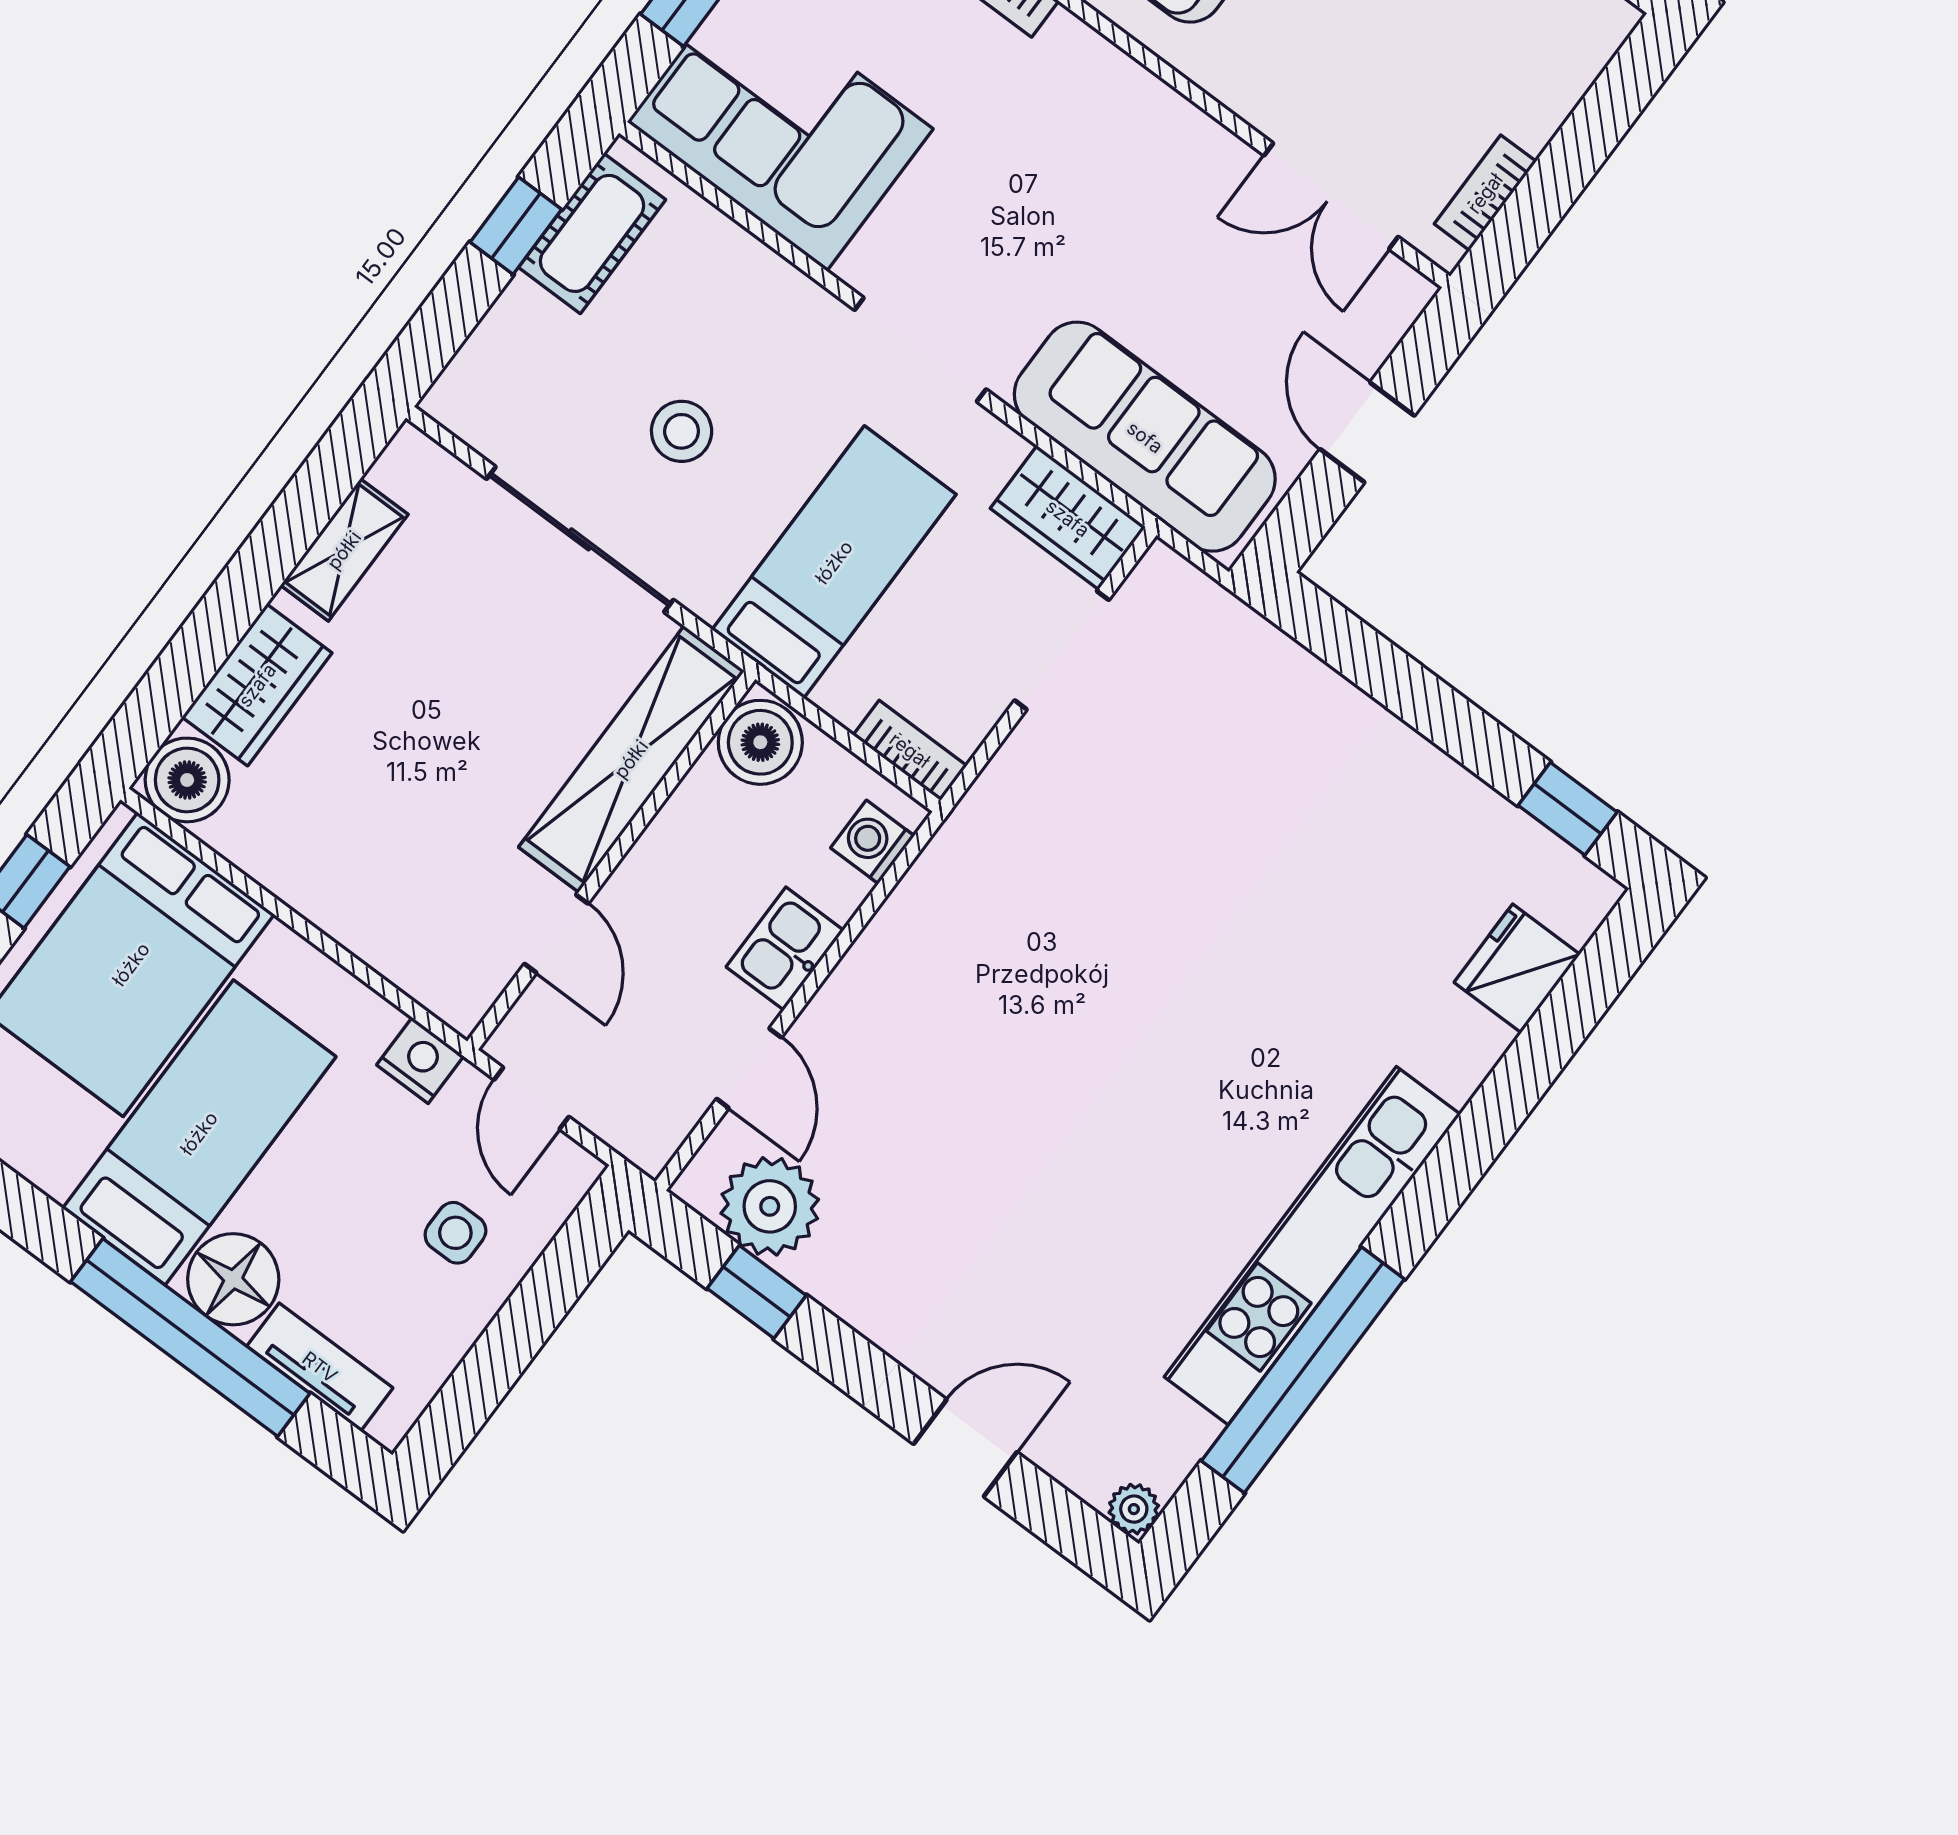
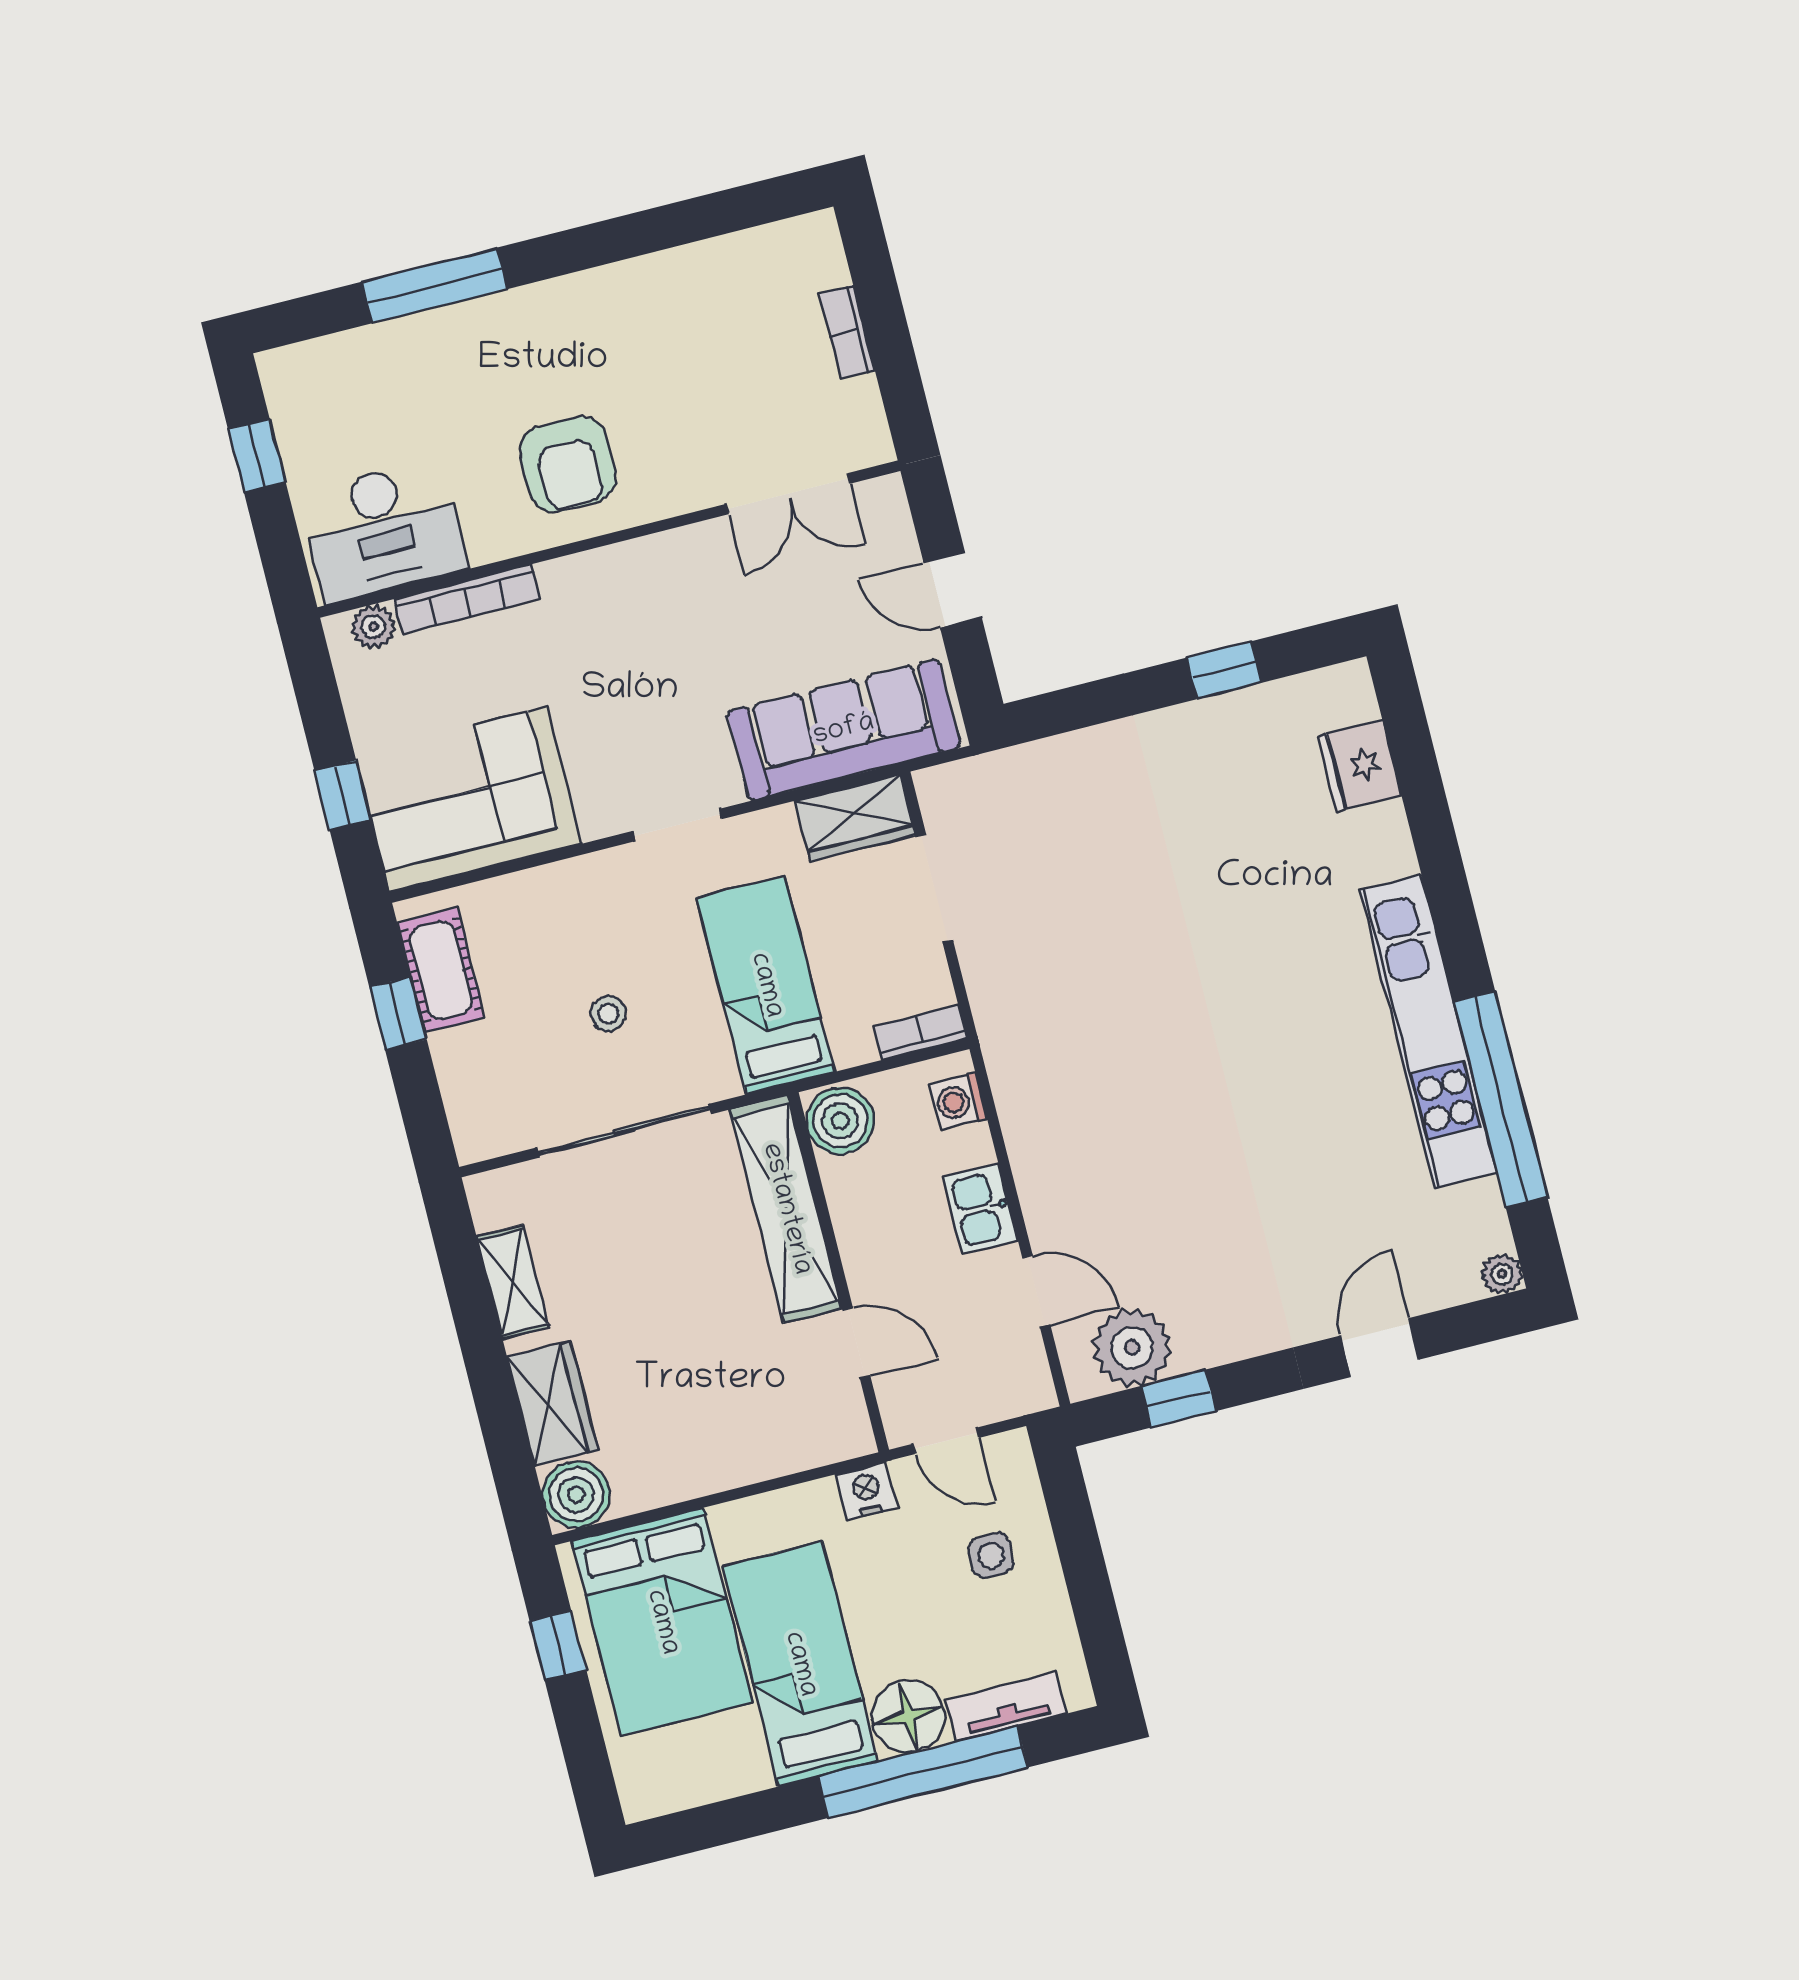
bookcase: (1485, 193) -> (847, 332), moved
doorway: (920, 350) -> (677, 825), width x0.73
stool: (682, 431) -> (608, 1014), width x0.73, depth x0.73
window: (1568, 809) -> (1224, 670), moved

